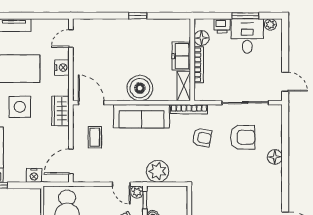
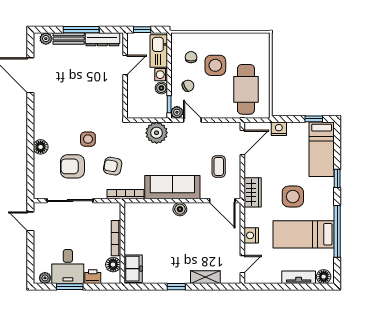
freezer: (181, 56) -> (133, 269), moved
shelving: (184, 86) -> (205, 277), moved, turned 90
boiler: (140, 88) -> (180, 209), width x0.54, depth x0.54
side table: (227, 165) -> (88, 139), added

